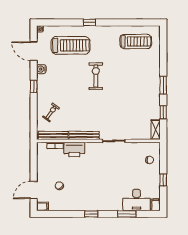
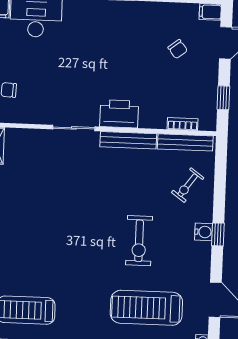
water cooler: (41, 69) -> (204, 232), moved
exercise bike: (96, 76) -> (139, 241), moved
printer: (74, 149) -> (119, 114), moved
window: (34, 160) -> (223, 98), added

